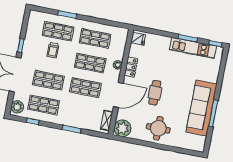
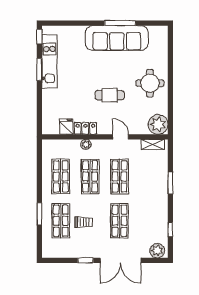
fridge: (138, 39) -> (66, 127), moved
door: (118, 95) -> (121, 137), width x0.53
shop shelf: (44, 105) -> (149, 221), removed

